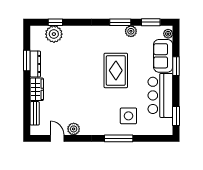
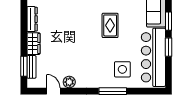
window: (27, 61) -> (24, 66), moved
rug: (116, 70) -> (110, 25), width x0.73, depth x0.70
bar counter: (160, 95) -> (153, 57), width x1.36
window: (176, 116) -> (168, 47), moved

